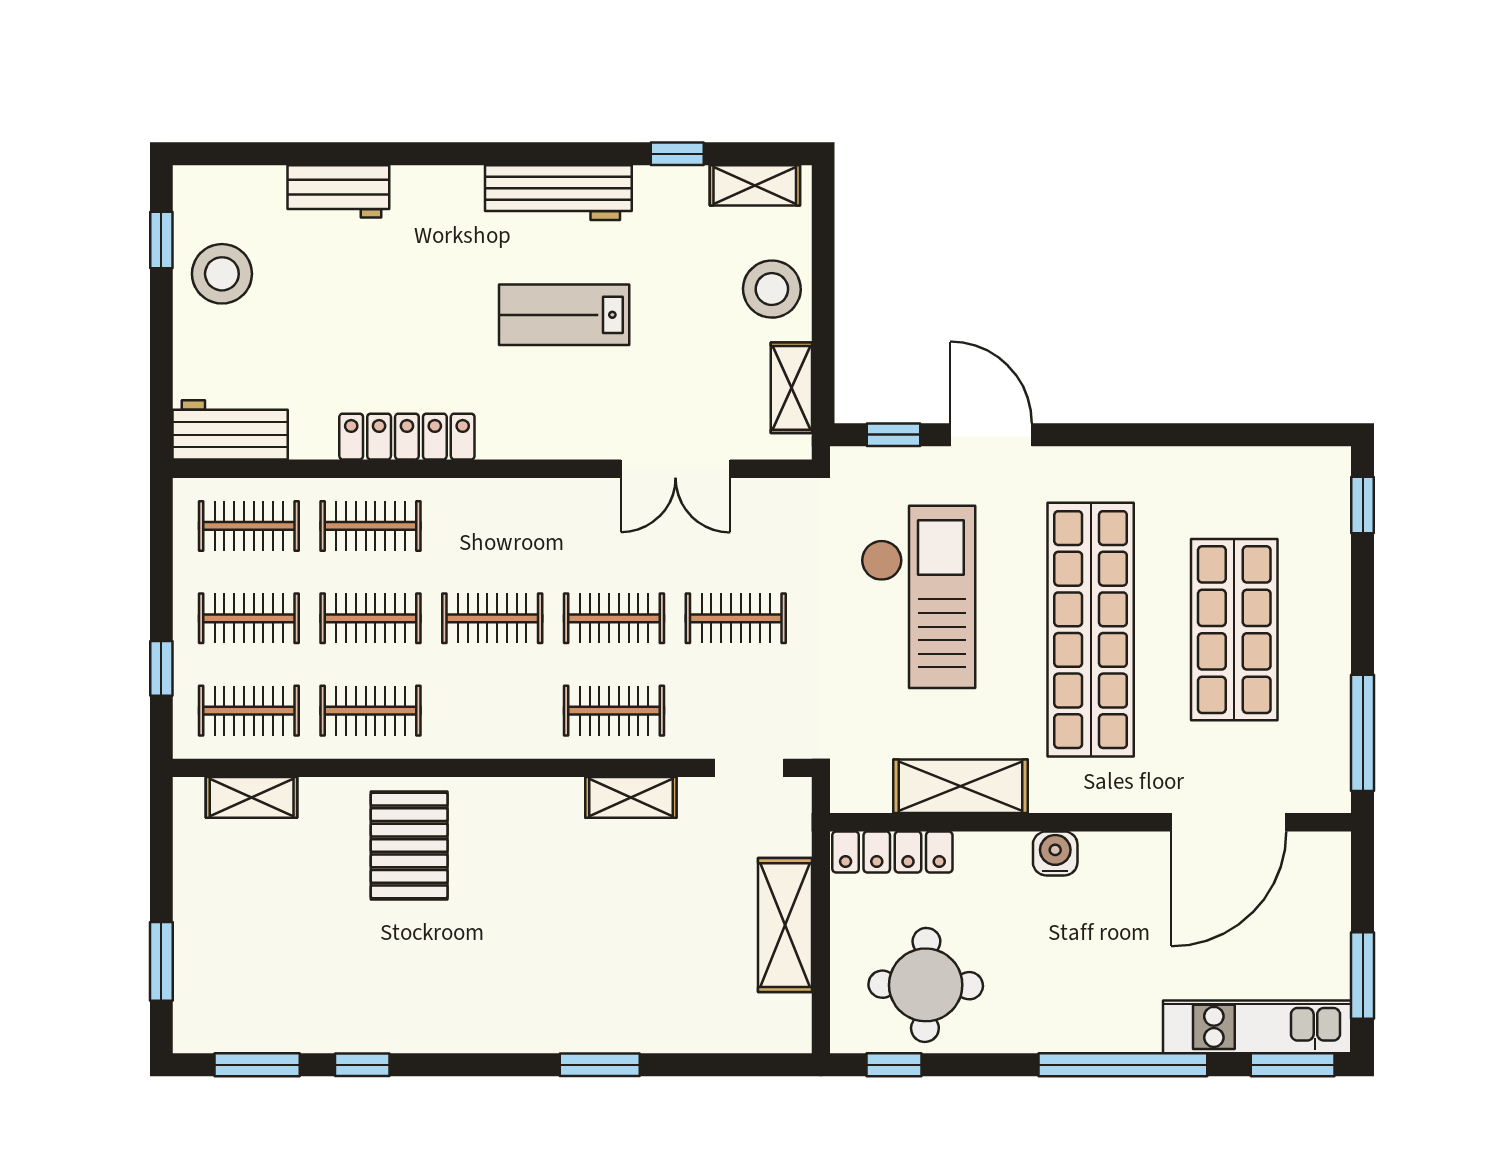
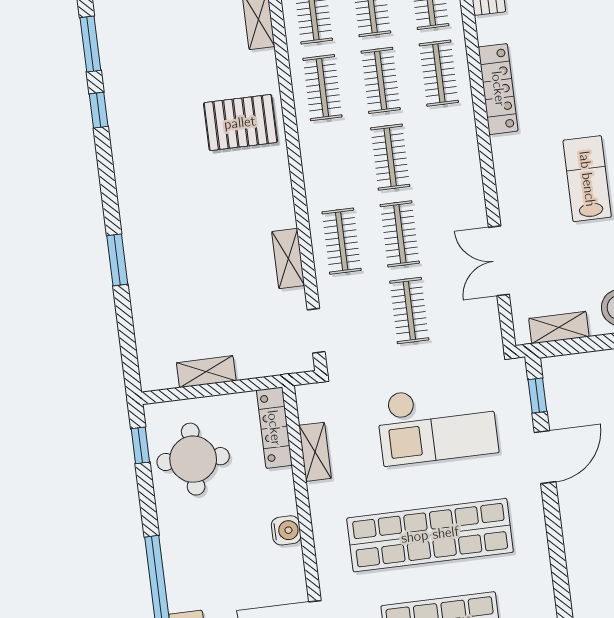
shelving: (961, 786) -> (315, 452), width x0.67, depth x0.75
shelving: (785, 925) -> (206, 372), width x0.67, depth x0.75

